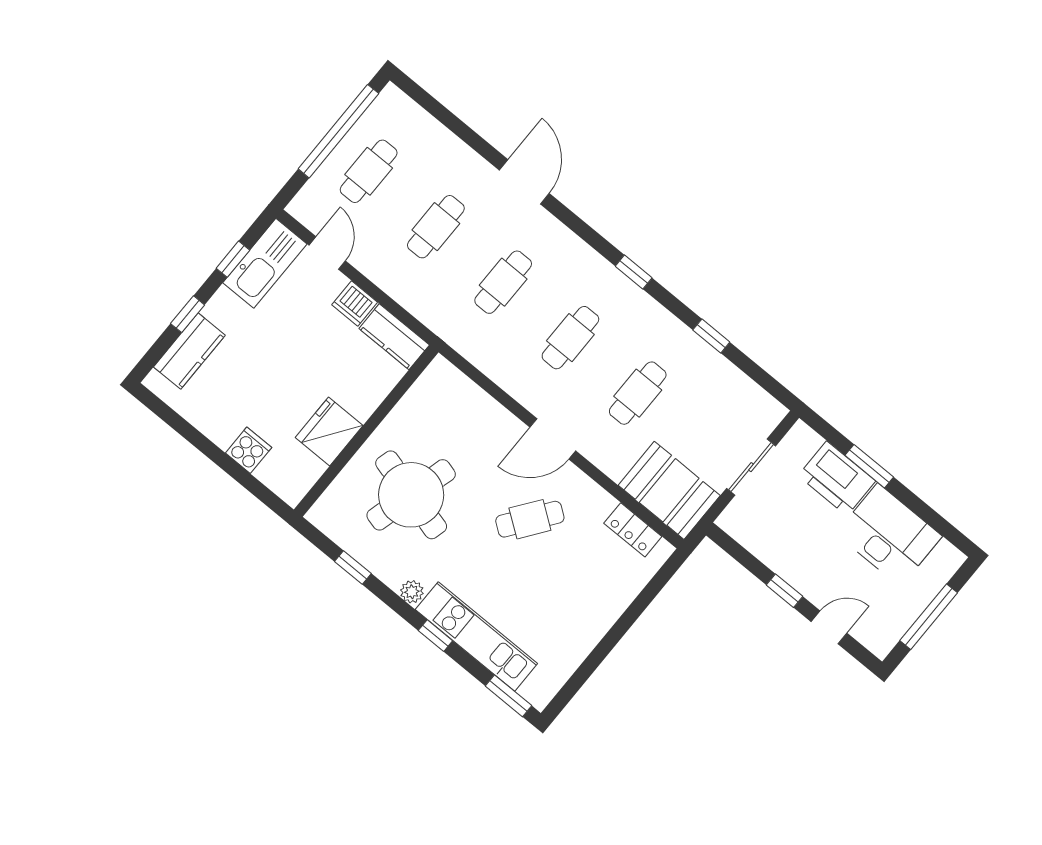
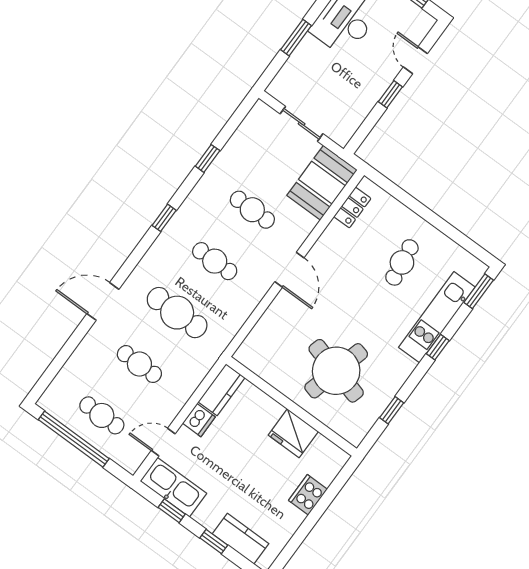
cafe table: (503, 282) -> (177, 313), width x1.37, depth x1.35
cooker: (249, 450) -> (308, 495), width x1.36
printer: (837, 478) -> (306, 61), removed
cafe table: (530, 519) -> (402, 262), moved, turned 46
plant: (412, 592) -> (407, 366), removed

